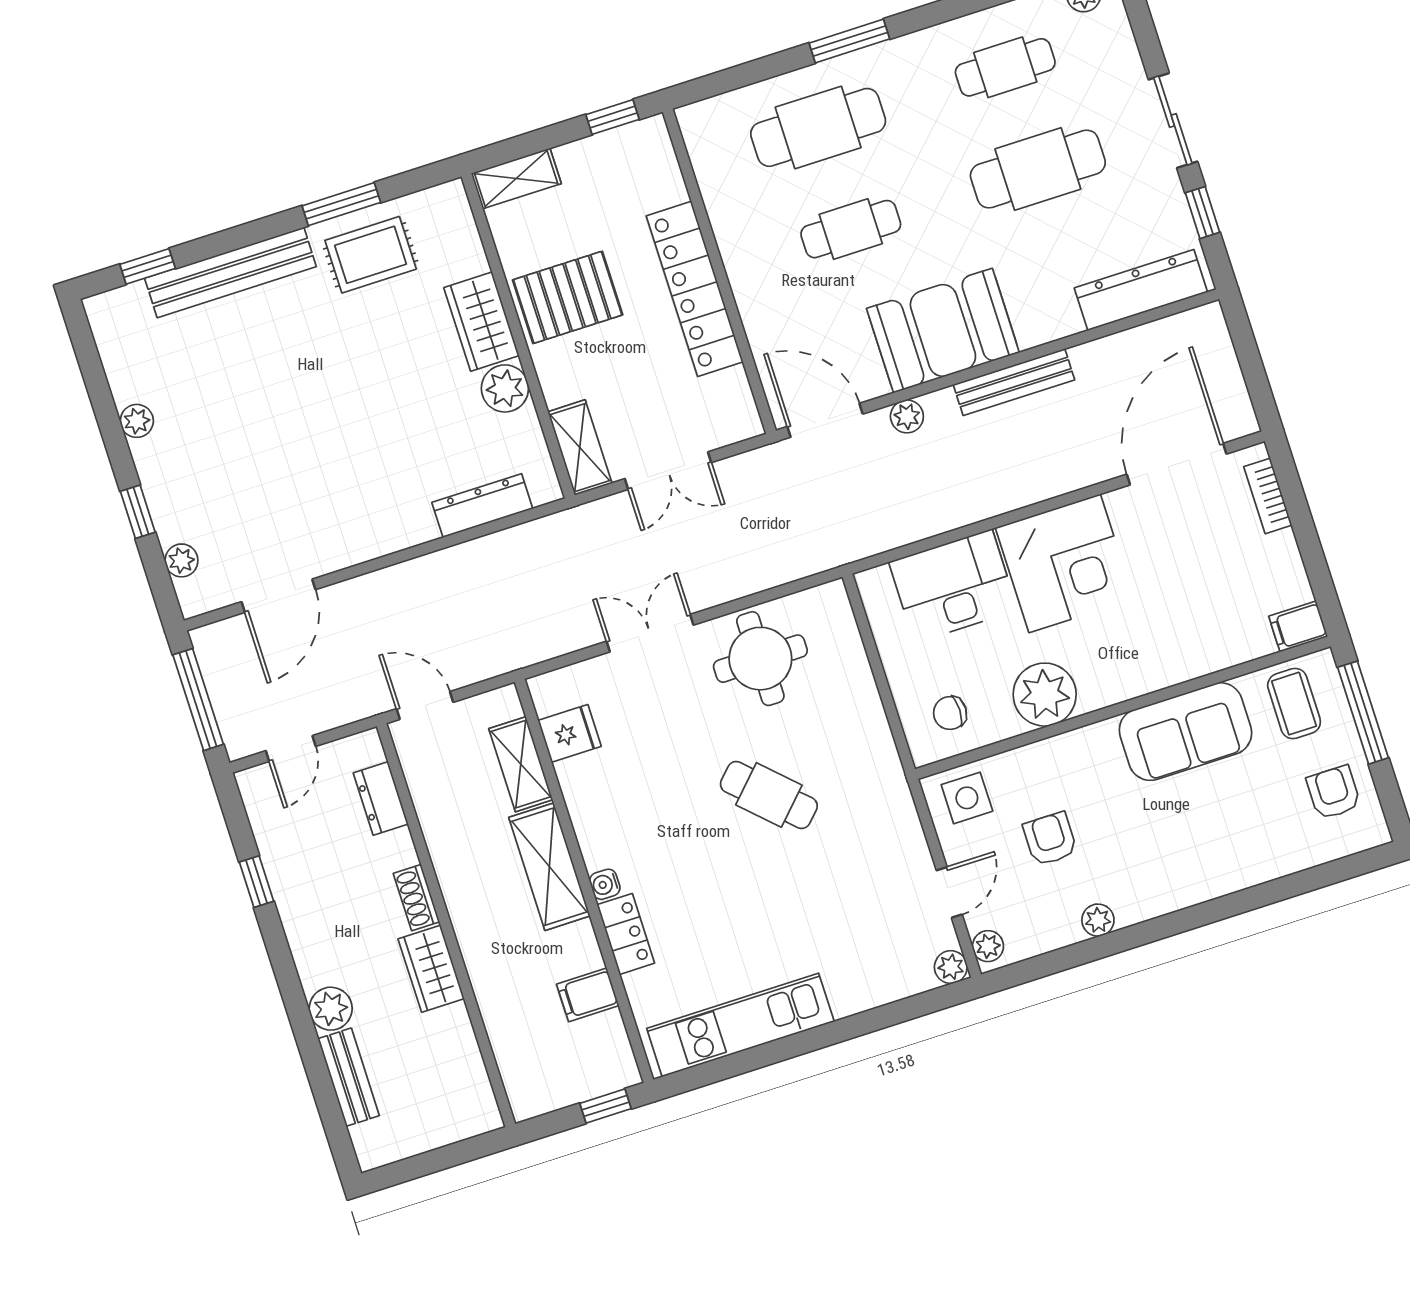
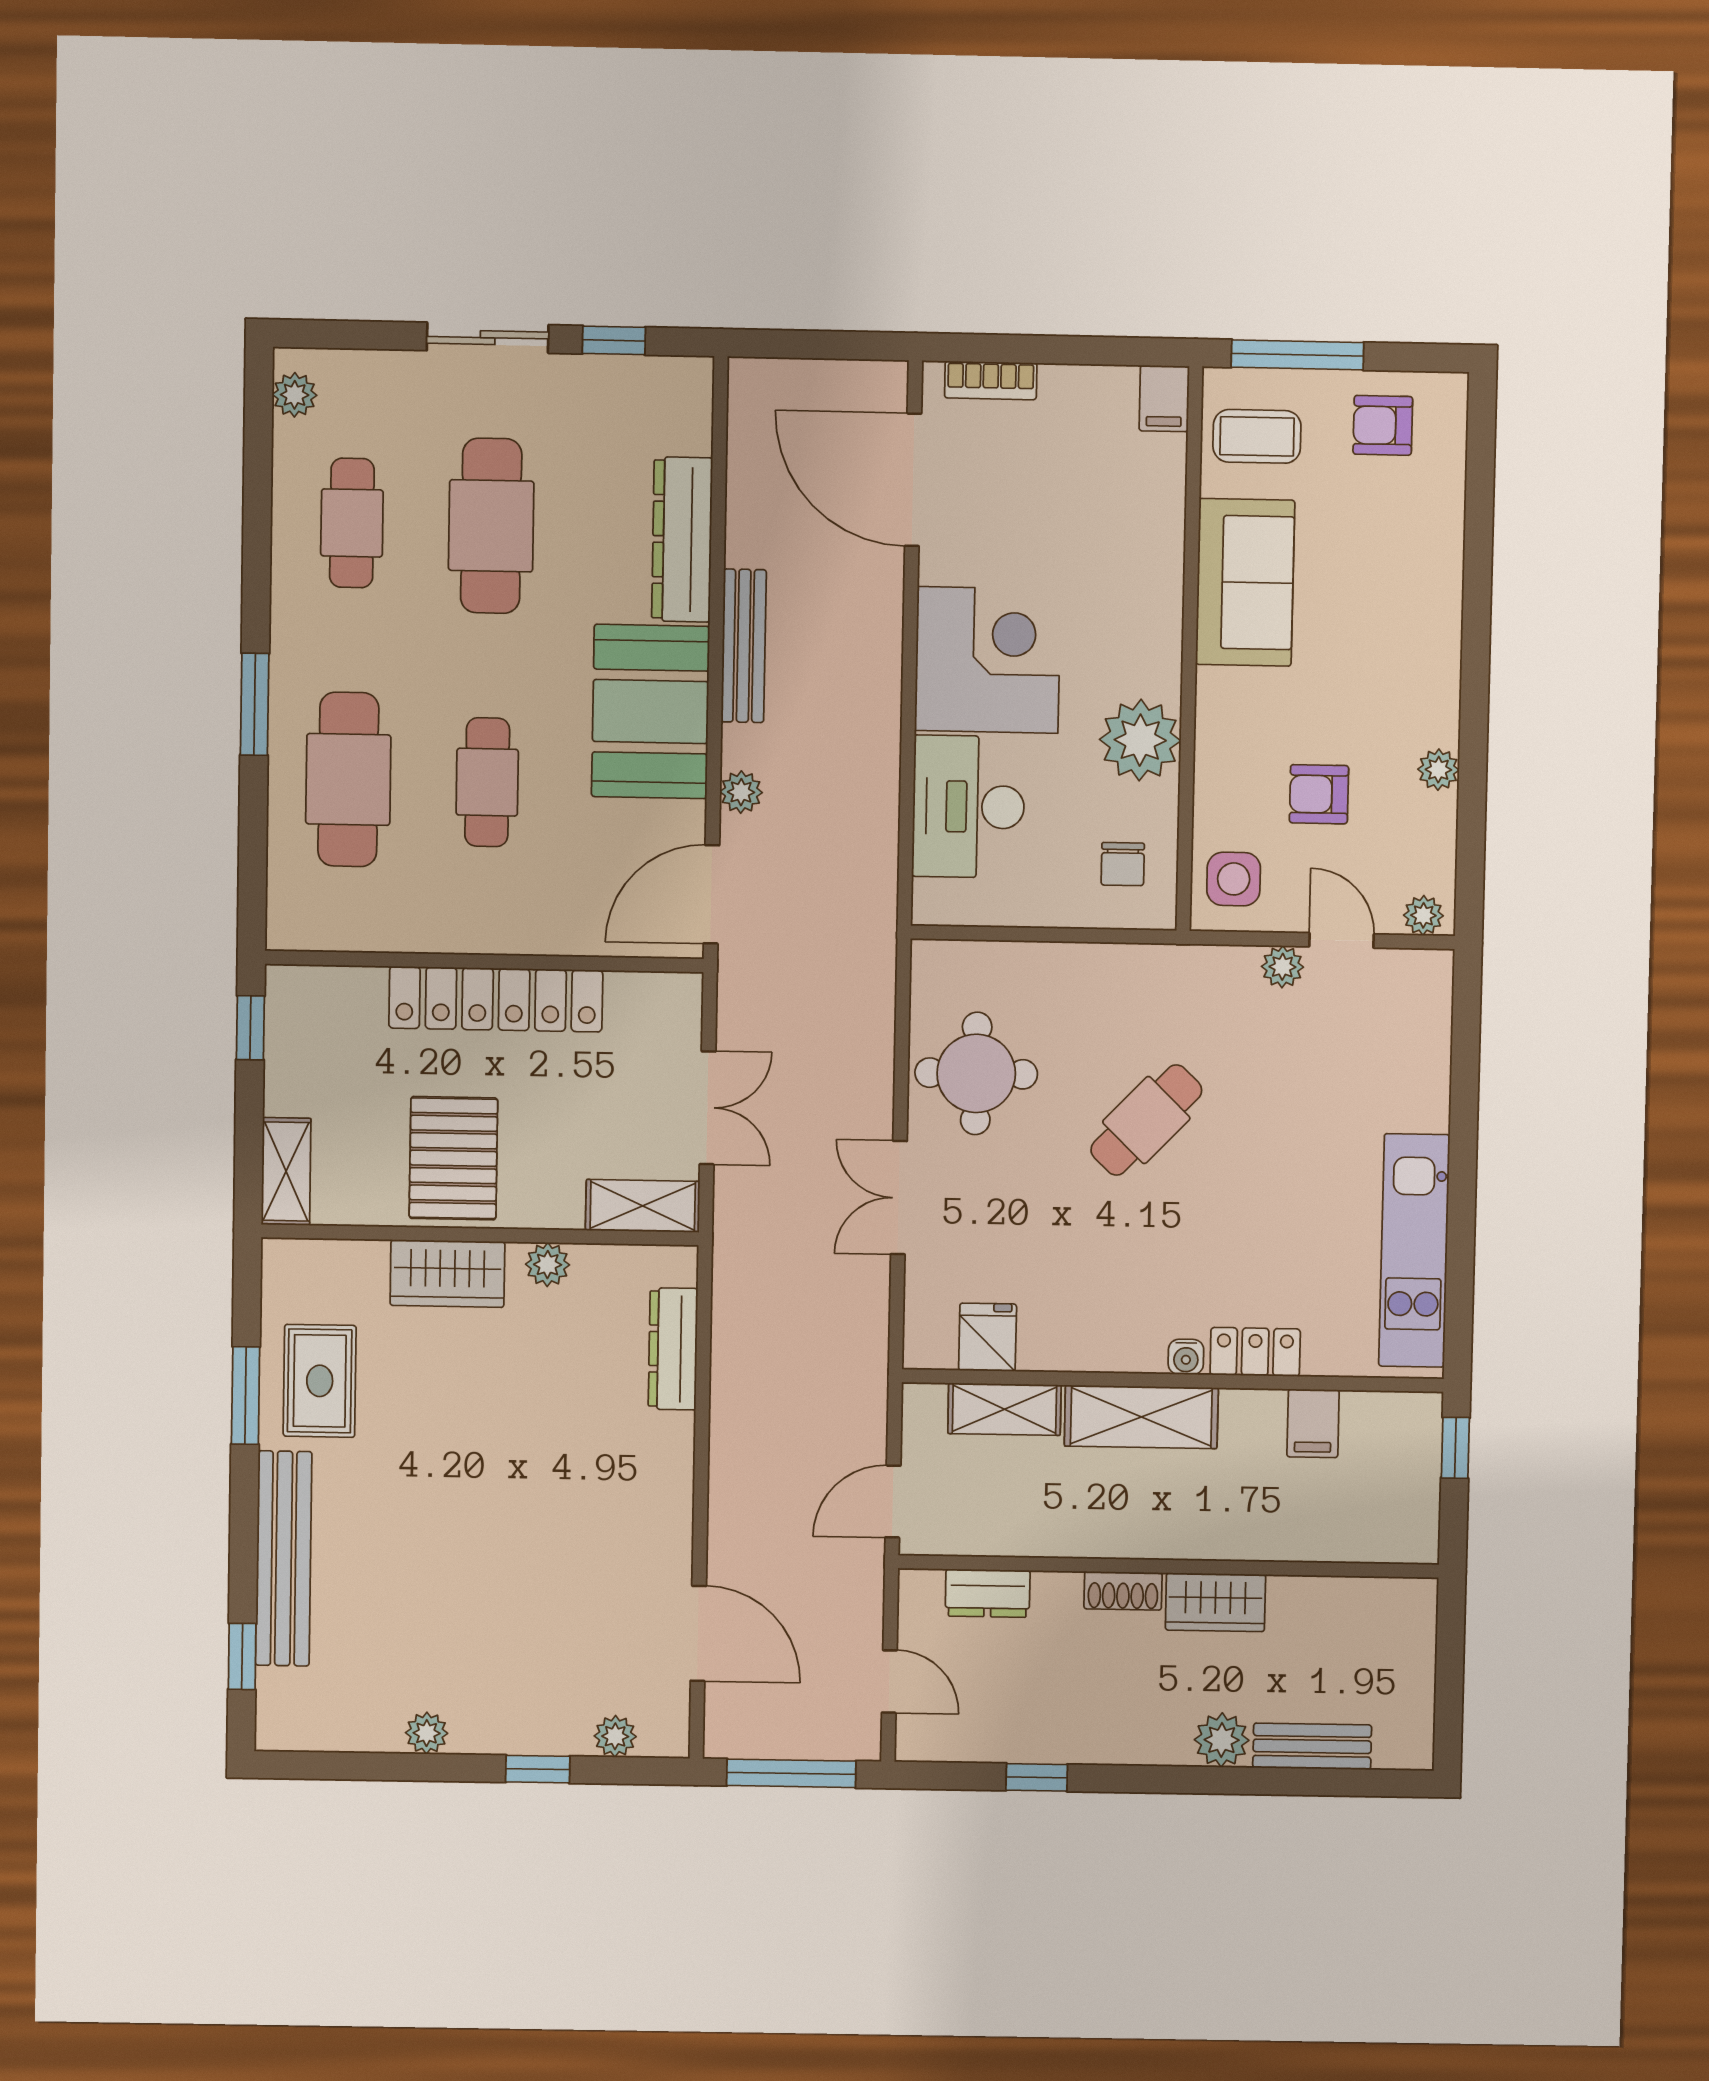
dresser: (1141, 290) -> (682, 539), moved
plant: (505, 388) -> (548, 1265), width x0.73, depth x0.73
plant: (951, 967) -> (1282, 967), moved

